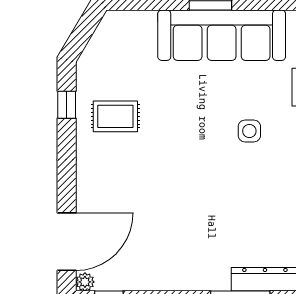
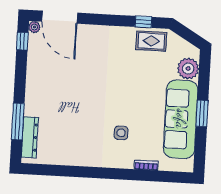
plant: (139, 28) -> (188, 69), added
rug: (115, 116) -> (151, 41), moved, turned 90

